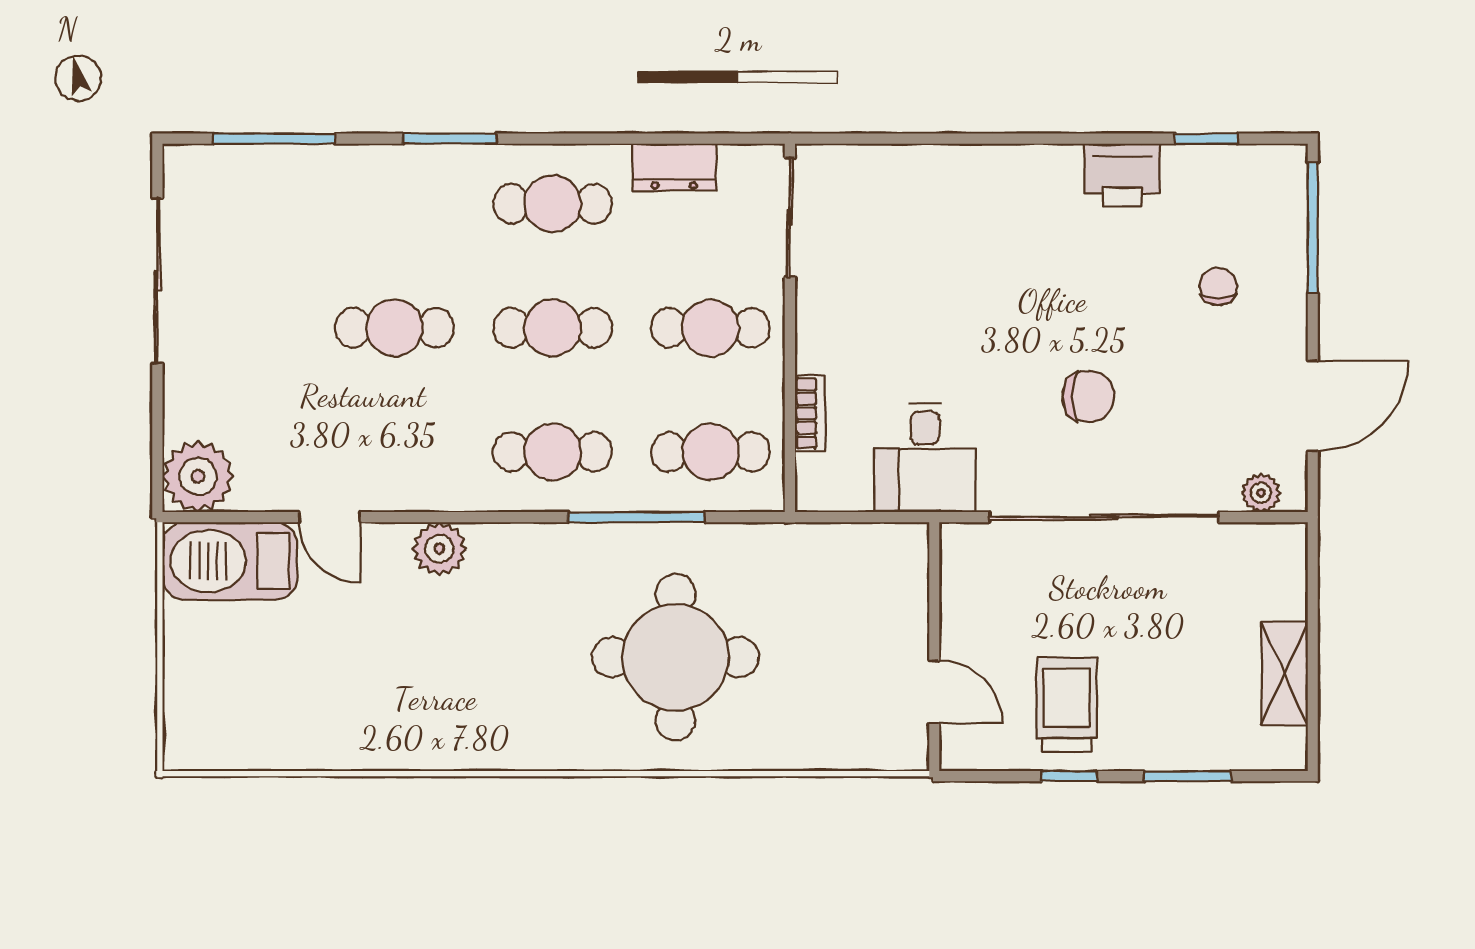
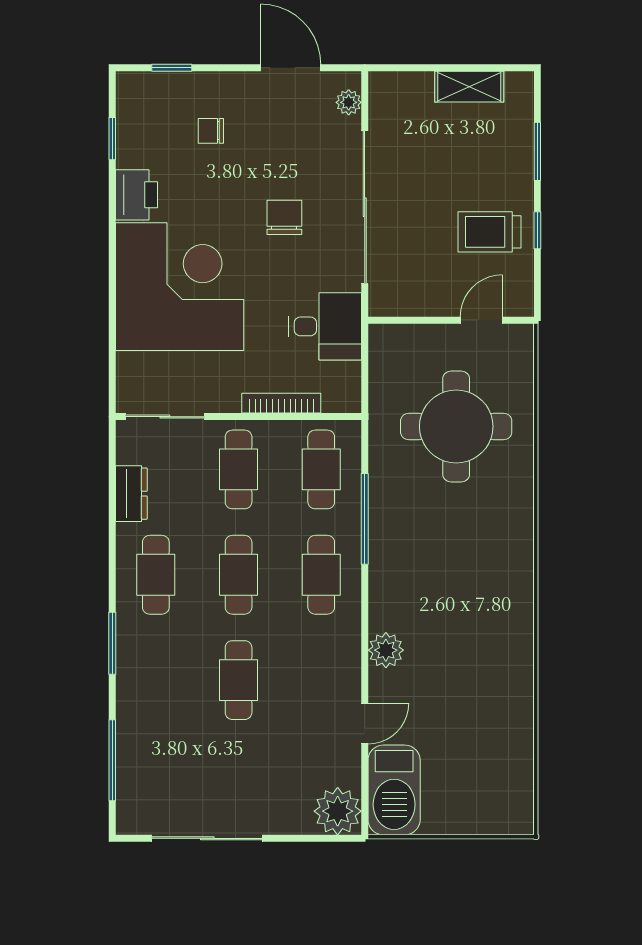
window: (1313, 228) -> (172, 68), width x0.46
corner desk: (985, 239) -> (180, 287), added
bookcase: (810, 413) -> (281, 403), width x1.56
round table: (676, 657) -> (456, 426), moved

